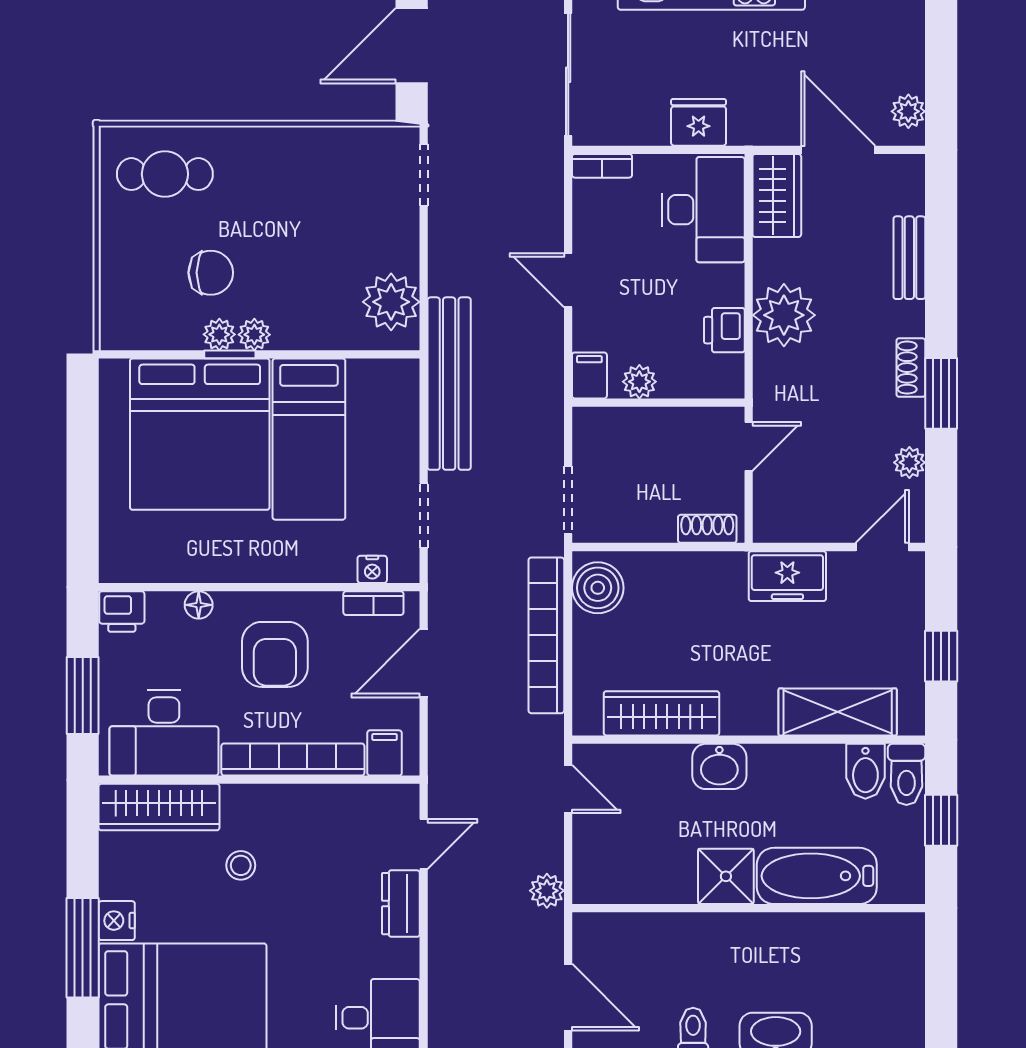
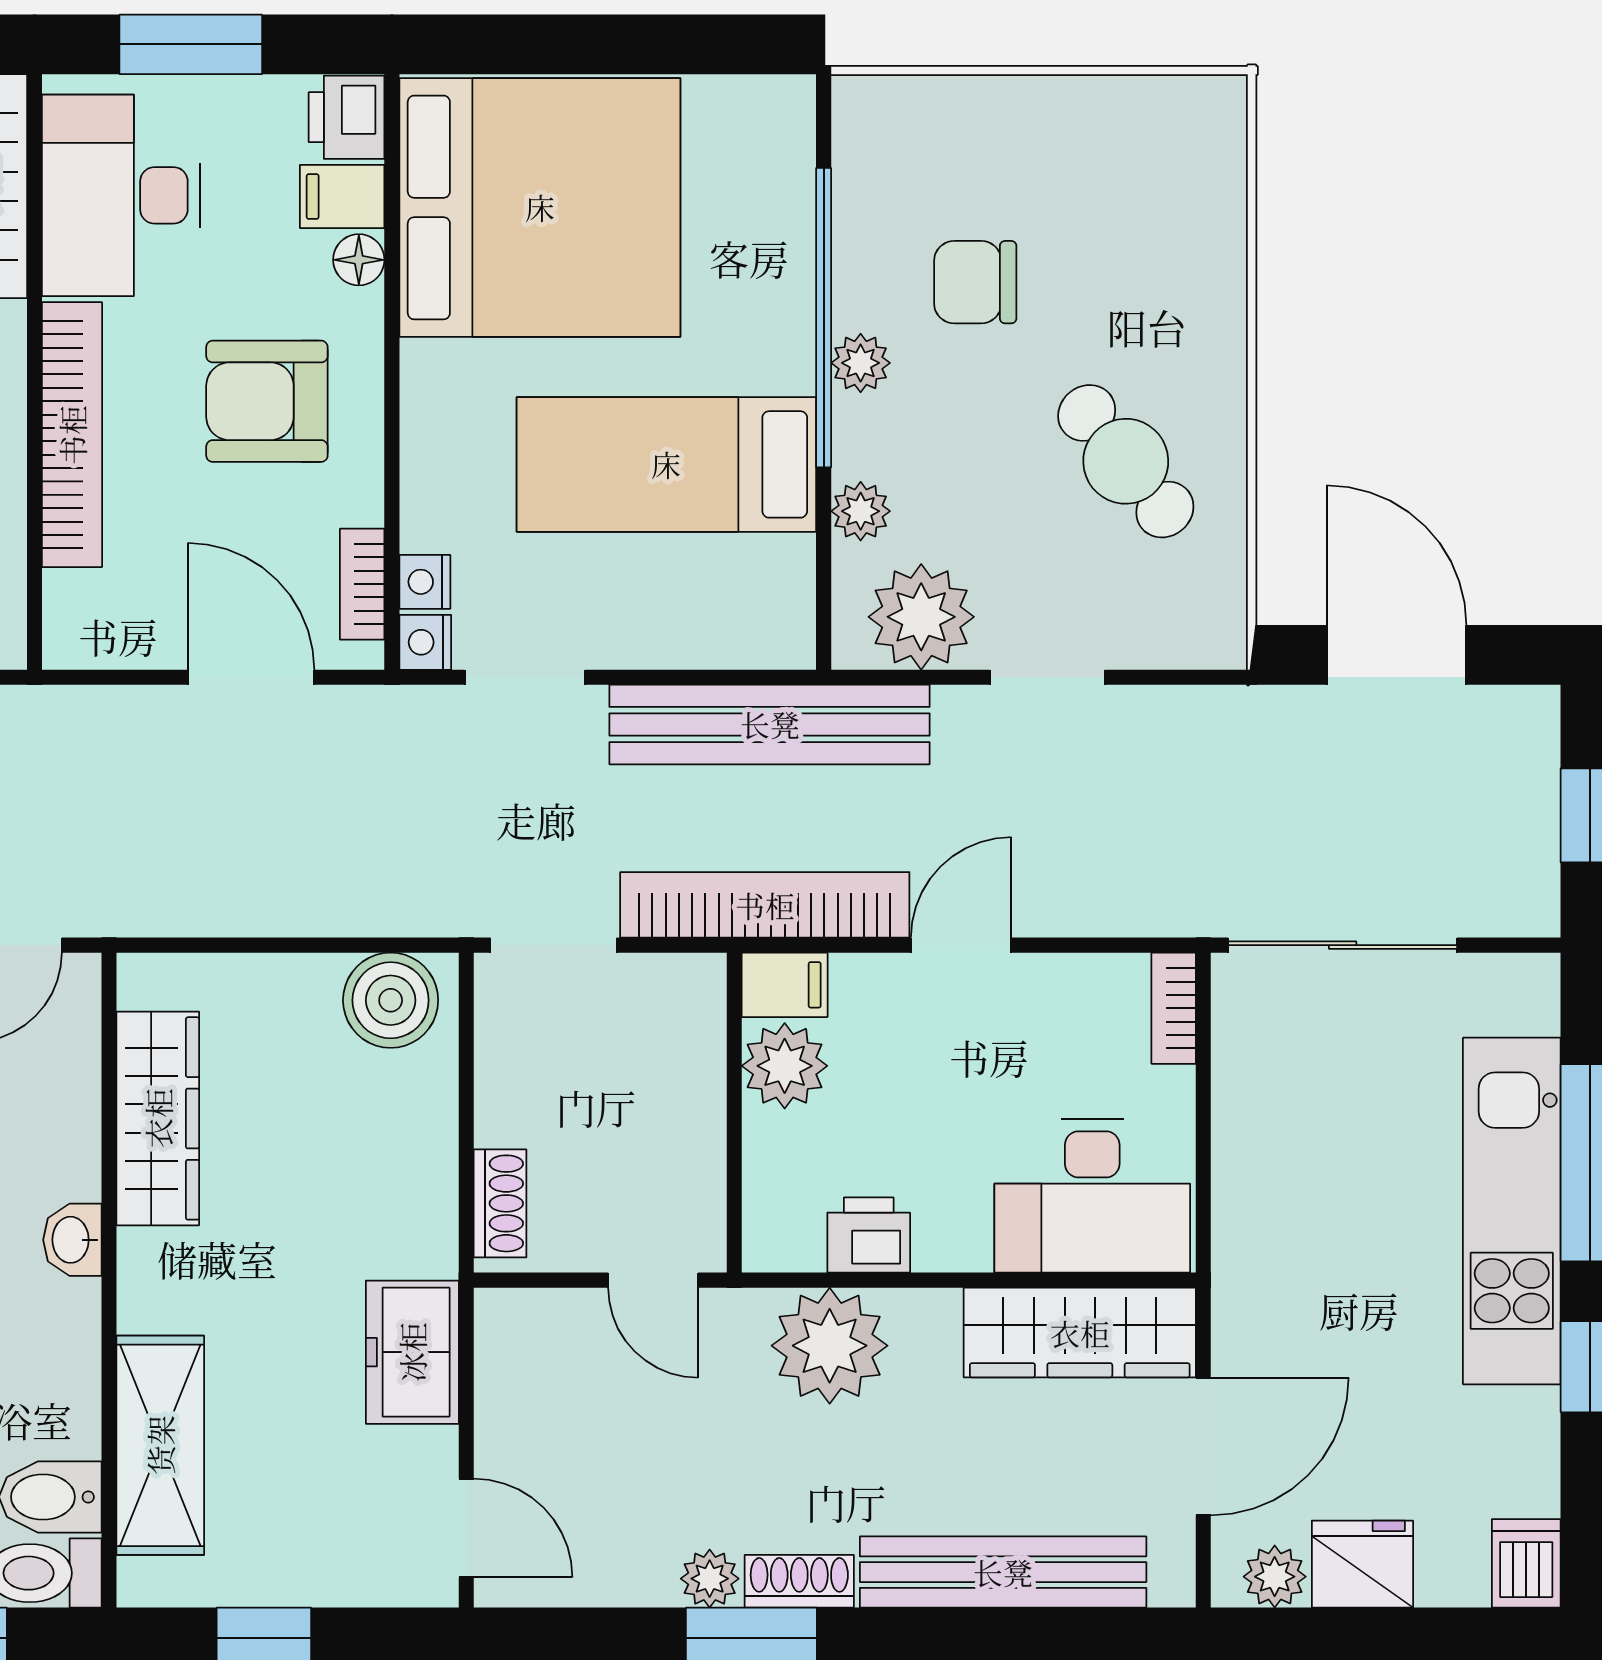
fridge: (699, 122) -> (1362, 1564), moved, turned -90
cafe table: (165, 174) -> (1126, 461), moved, turned -39
doorway: (424, 175) -> (1047, 677), moved
wardrobe: (777, 196) -> (1080, 1333), width x1.50
bench: (909, 258) -> (1003, 1572), width x1.86, depth x1.21
chair: (211, 273) -> (975, 282), turned 90
plant: (784, 315) -> (830, 1346), moved
plant: (219, 334) -> (861, 511), moved
window: (230, 354) -> (824, 318), width x3.17
plant: (639, 382) -> (785, 1066), width x1.38, depth x1.38
bed: (200, 434) -> (540, 207), moved, turned 180
plant: (909, 462) -> (710, 1579), moved
nightstand: (405, 569) -> (425, 642), added
bookcase: (546, 635) -> (765, 905), moved
filing cabinet: (385, 753) -> (342, 197), moved, turned 180
washbasin: (719, 766) -> (72, 1240), width x0.72, depth x0.69

